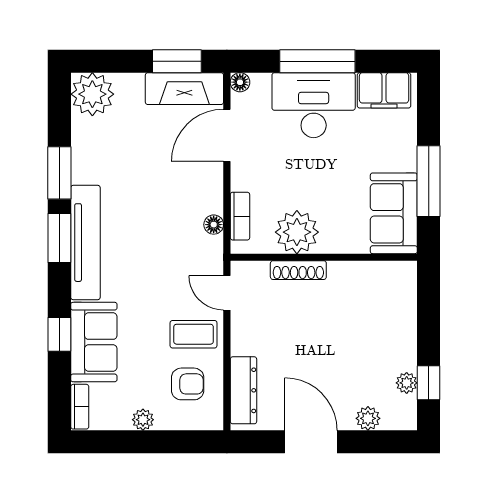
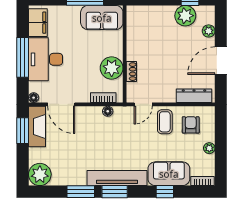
shoe rack: (298, 270) -> (131, 72), width x0.70
plant: (407, 383) -> (185, 16), width x1.87, depth x1.87

